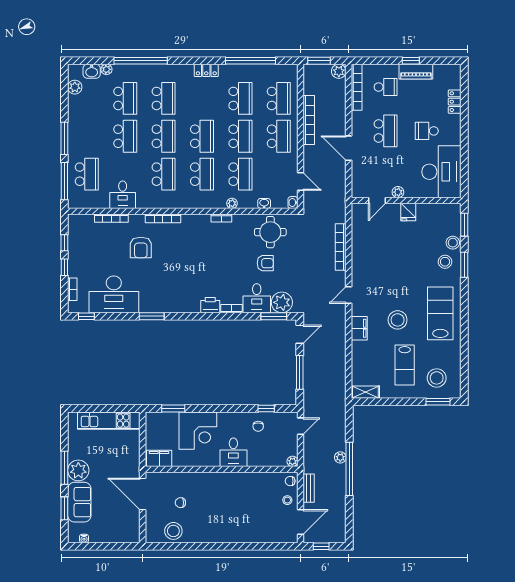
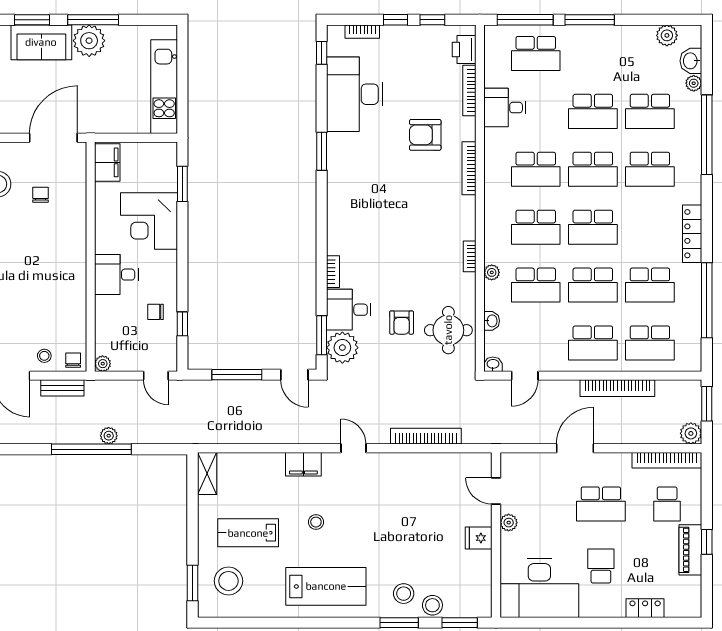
locker: (206, 70) -> (692, 234), width x1.53
printer: (210, 305) -> (464, 49), moved, turned 180
stool: (398, 320) -> (316, 522), width x0.53, depth x0.53

